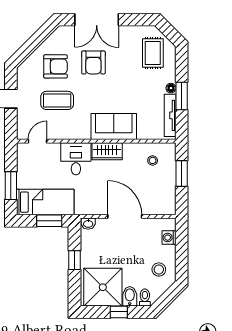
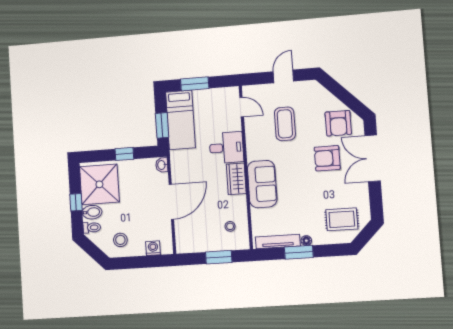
armchair: (55, 66) -> (338, 123), moved

